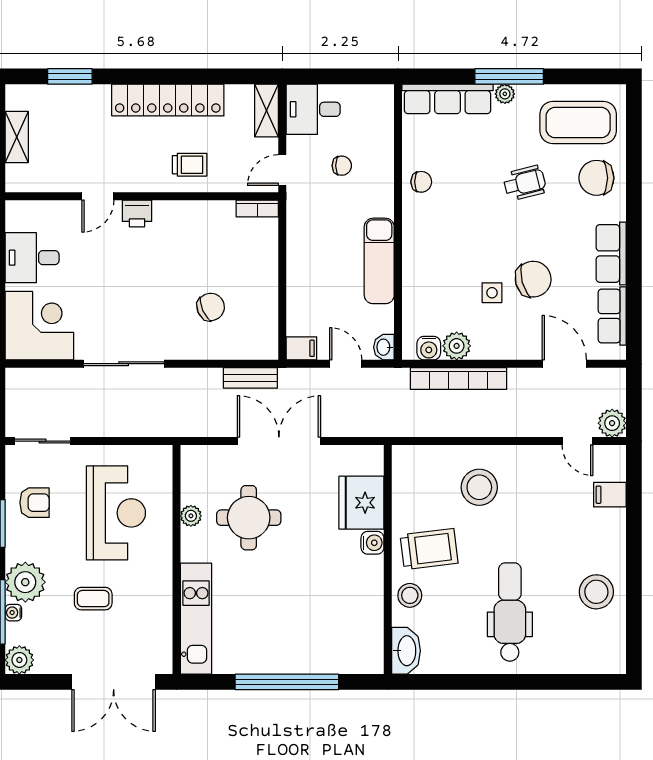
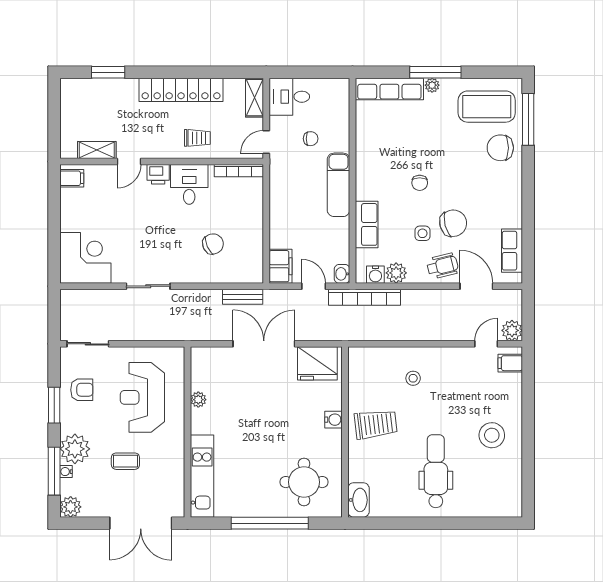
shelving: (17, 137) -> (97, 150), moved, turned 90
window: (634, 140) -> (528, 119), added
chair: (421, 182) -> (420, 183), moved, turned 90
wheelchair: (525, 183) -> (442, 266), moved
bookcase: (257, 209) -> (239, 171), width x1.56
filing cabinet: (21, 219) -> (72, 178), added
row of seats: (611, 253) -> (367, 224), moved, turned 180
desk: (32, 258) -> (189, 184), moved, turned 90
exam couch: (379, 261) -> (339, 185), moved
filing cabinet: (301, 348) -> (281, 266), width x2.00
sliding door: (124, 364) -> (148, 286), width x0.73
bookcase: (459, 379) -> (364, 297), moved
door: (577, 441) -> (486, 344), swing flipped
stool: (479, 487) -> (413, 378), width x0.53, depth x0.53
filing cabinet: (610, 495) -> (510, 363), moved
fridge: (361, 503) -> (317, 363), moved, turned -90
reception desk: (116, 513) -> (142, 397), turned 180
round table: (249, 518) -> (304, 482), moved
stool: (596, 592) -> (492, 435), moved
stool: (410, 595) -> (361, 459), removed

